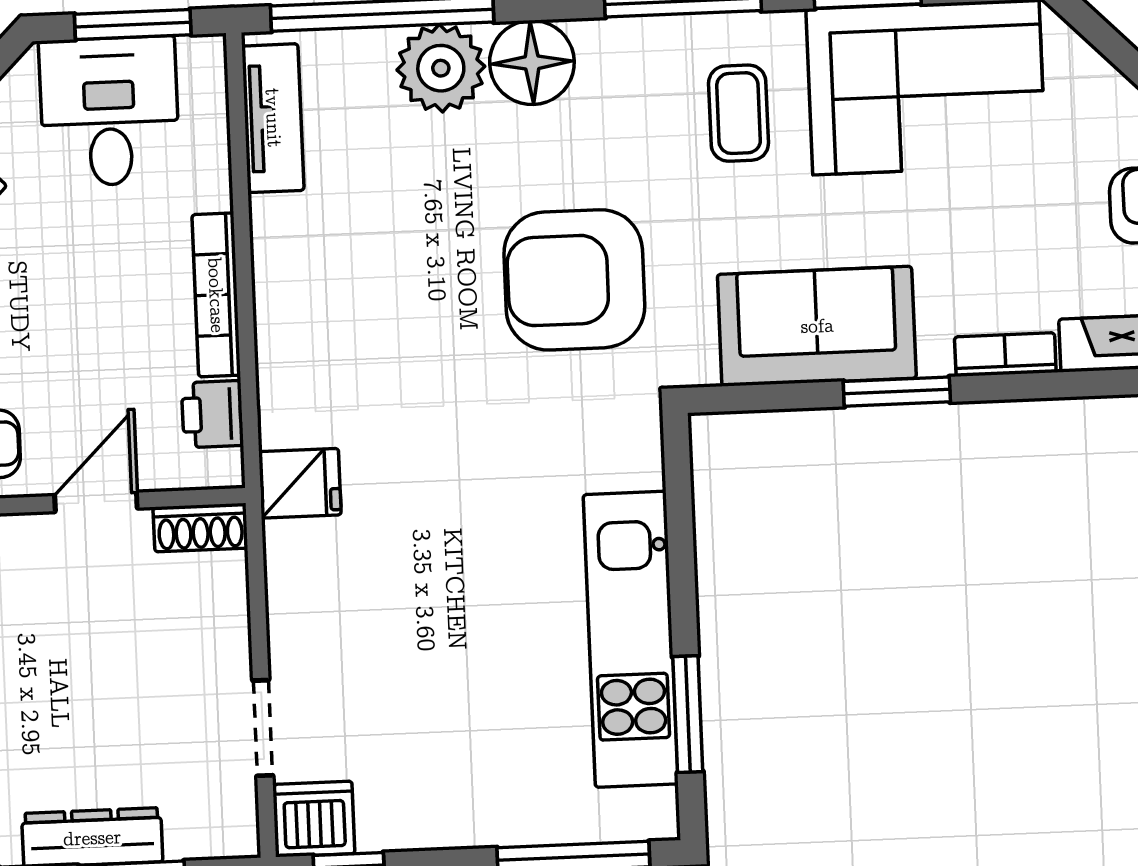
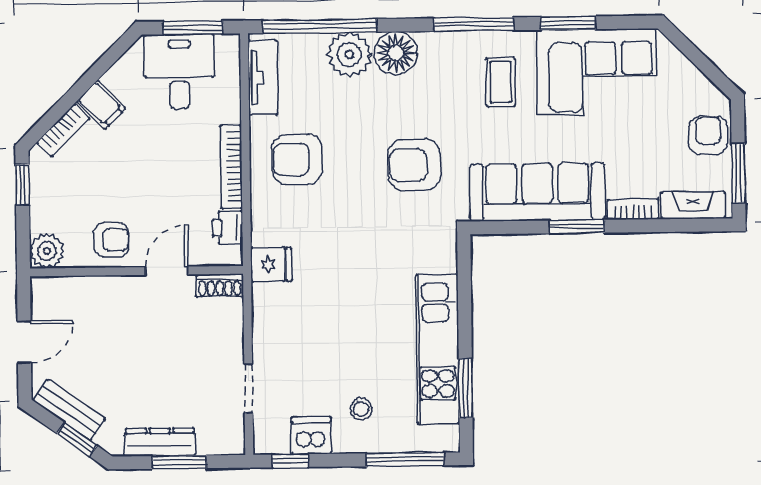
armchair: (345, 277) -> (297, 160), added
armchair: (574, 280) -> (414, 165), width x0.73, depth x0.73
sofa: (817, 326) -> (537, 192), width x1.36
stool: (484, 761) -> (361, 409), added
dishwasher: (314, 819) -> (311, 436), moved

